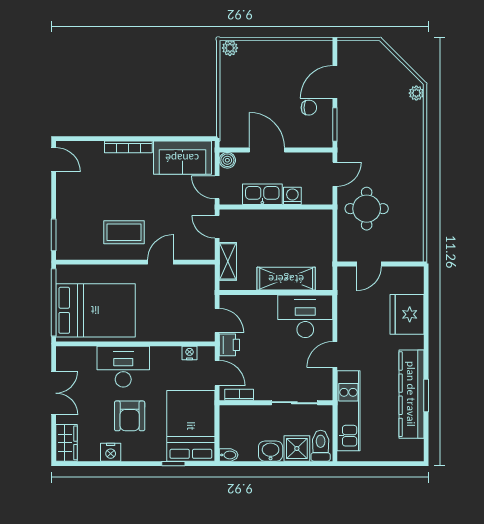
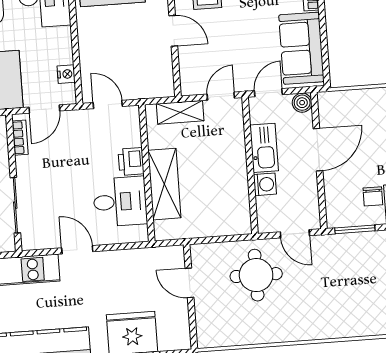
desk: (305, 316) -> (120, 202), width x0.73
door: (217, 320) -> (108, 104), swing flipped
printer: (229, 345) -> (131, 161), moved, turned 90

